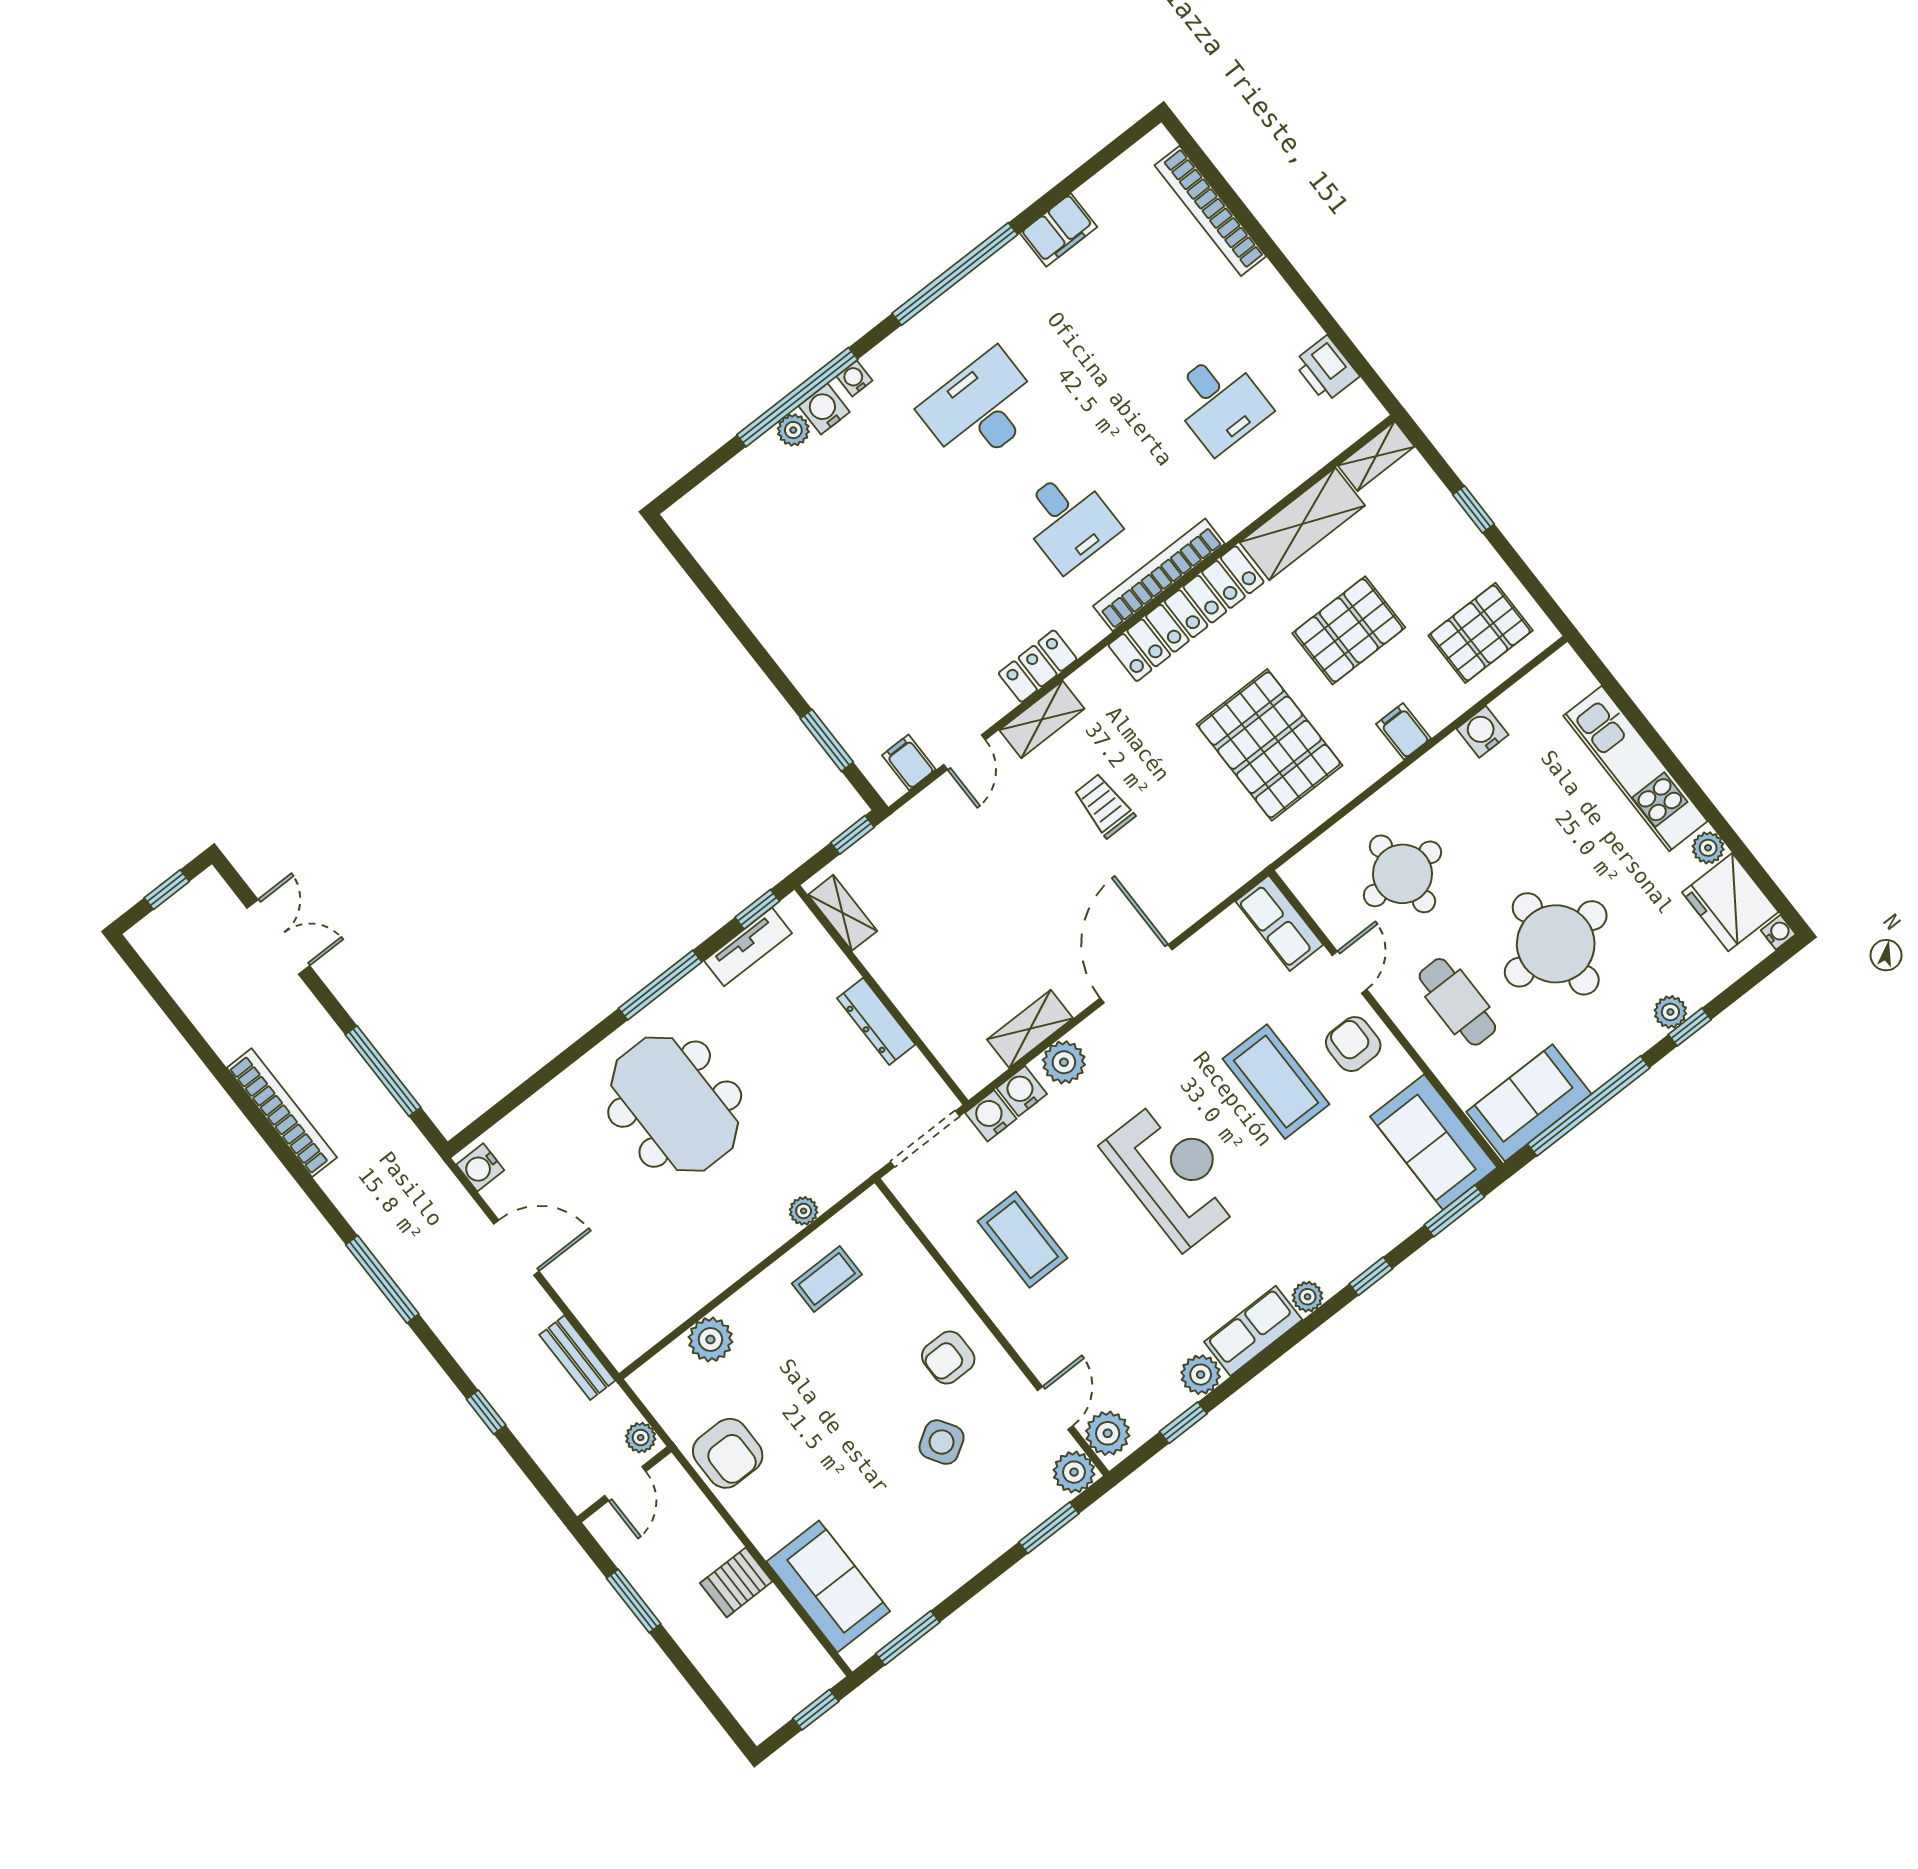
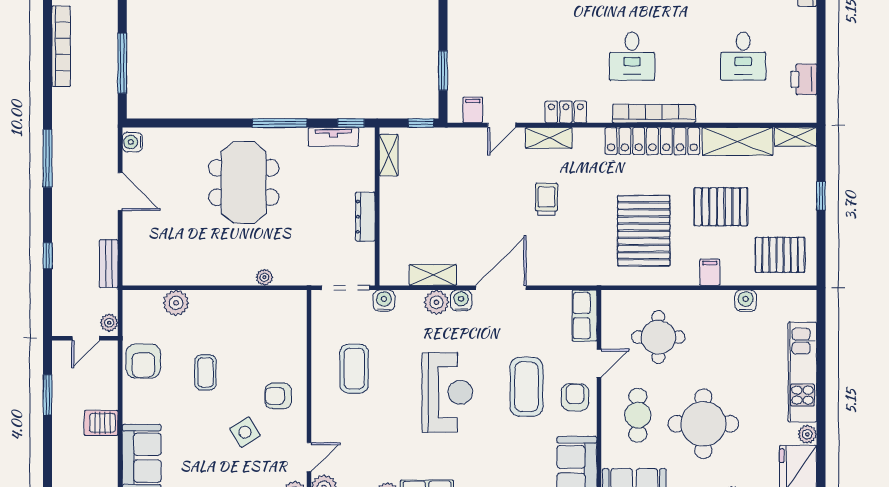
water cooler: (1022, 1091) -> (461, 300), moved
coffee table: (827, 1279) -> (206, 372), moved, turned 90

